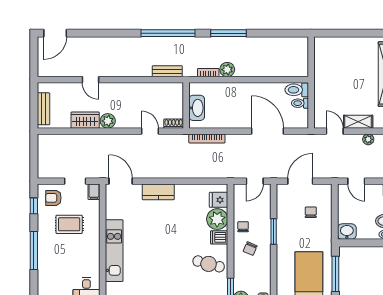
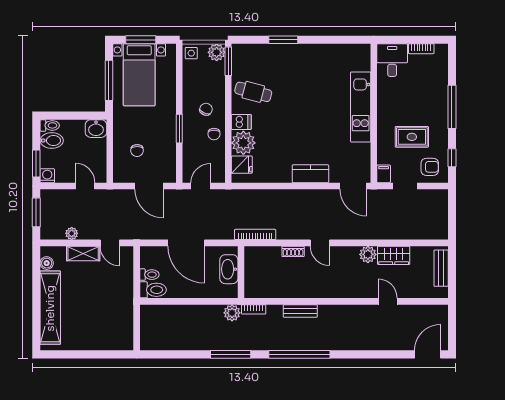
wall: (186, 105) -> (241, 272), moved
washbasin: (197, 108) -> (229, 269), moved
door: (300, 181) -> (149, 186), hinge flipped

